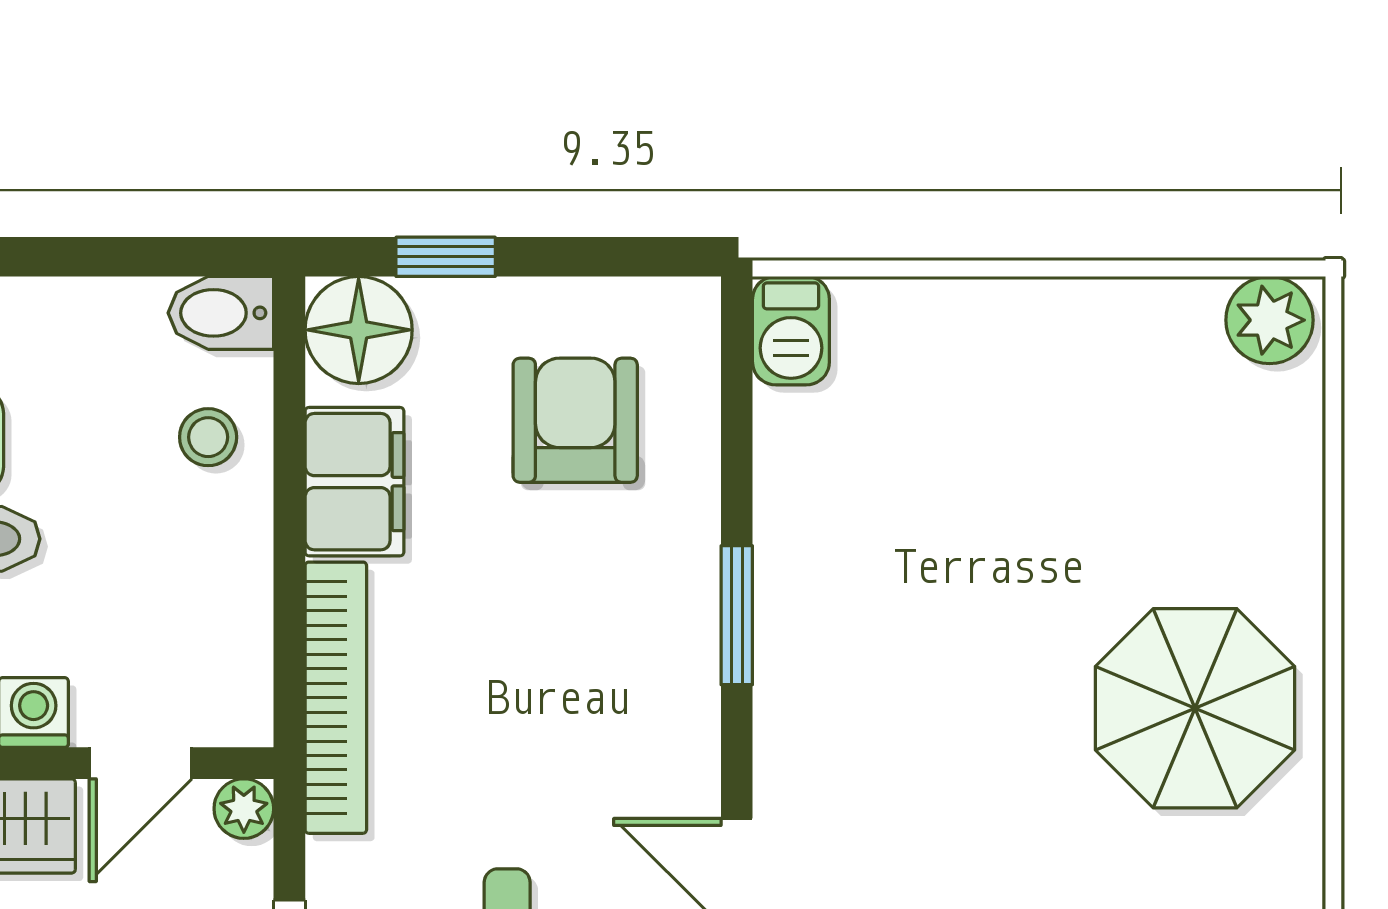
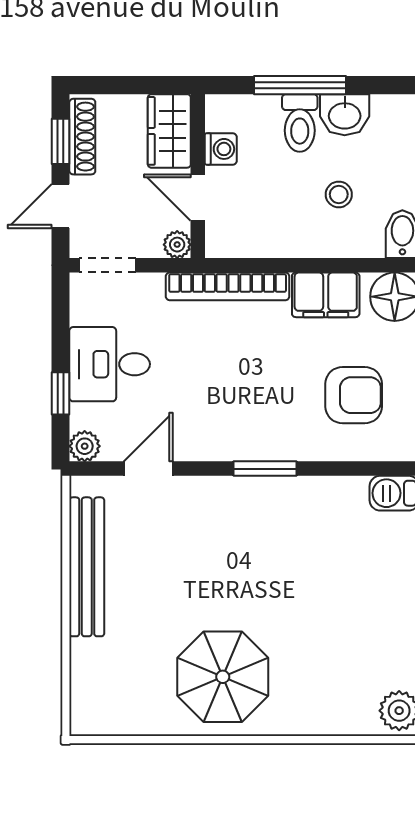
stool: (208, 437) -> (339, 194), moved

